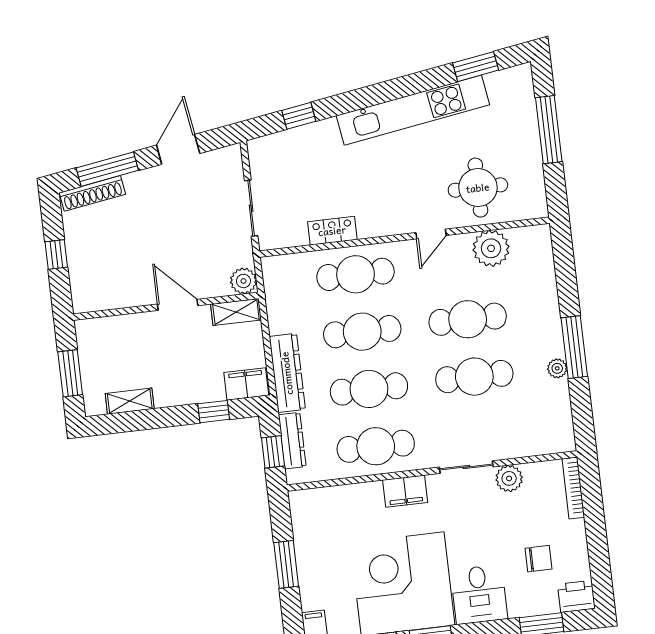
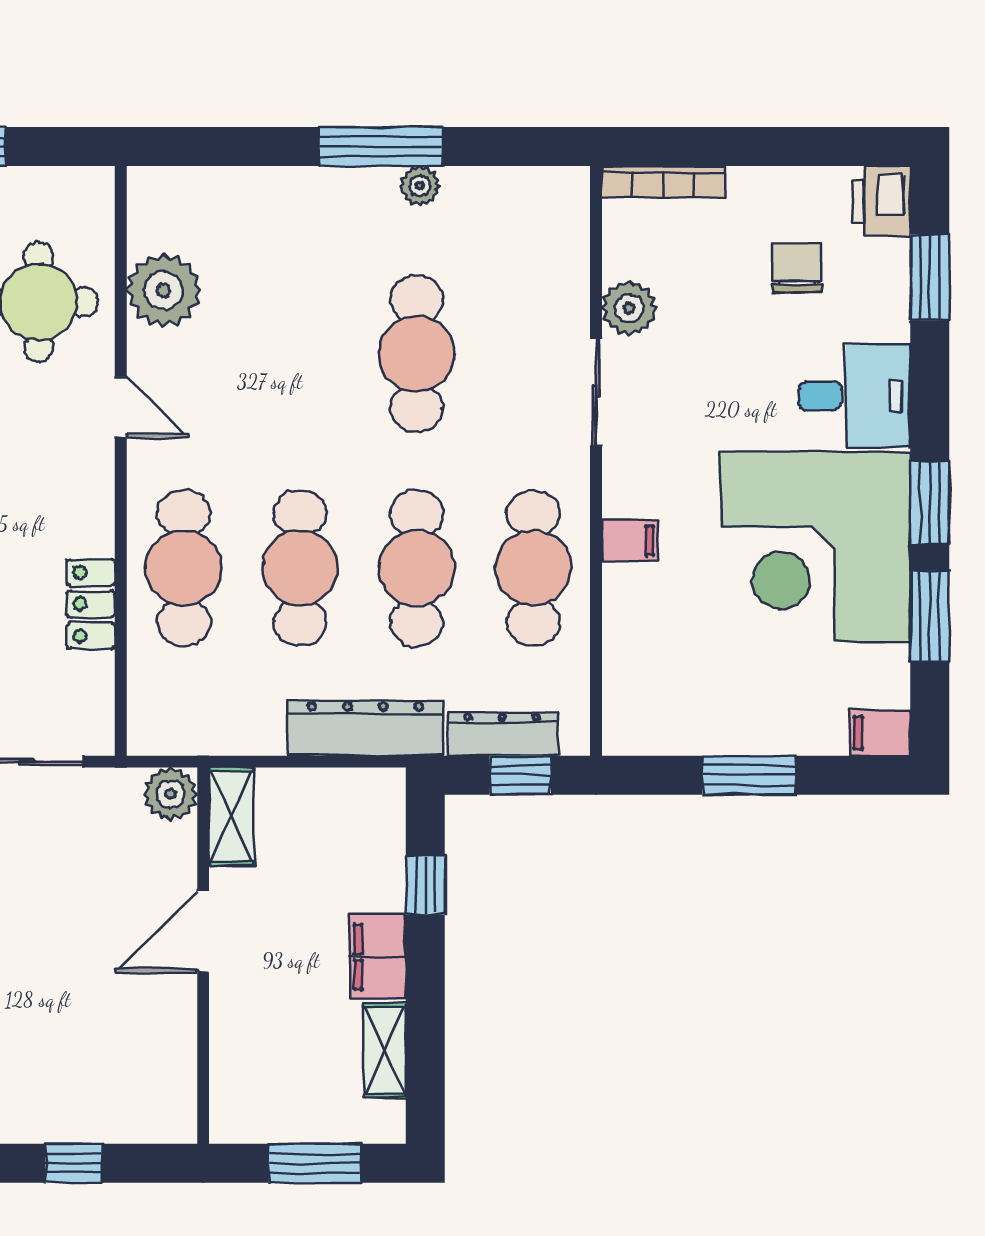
cafe table: (468, 319) -> (300, 354), removed
filing cabinet: (246, 384) -> (378, 957), moved
filing cabinet: (405, 491) -> (630, 541), width x0.50

